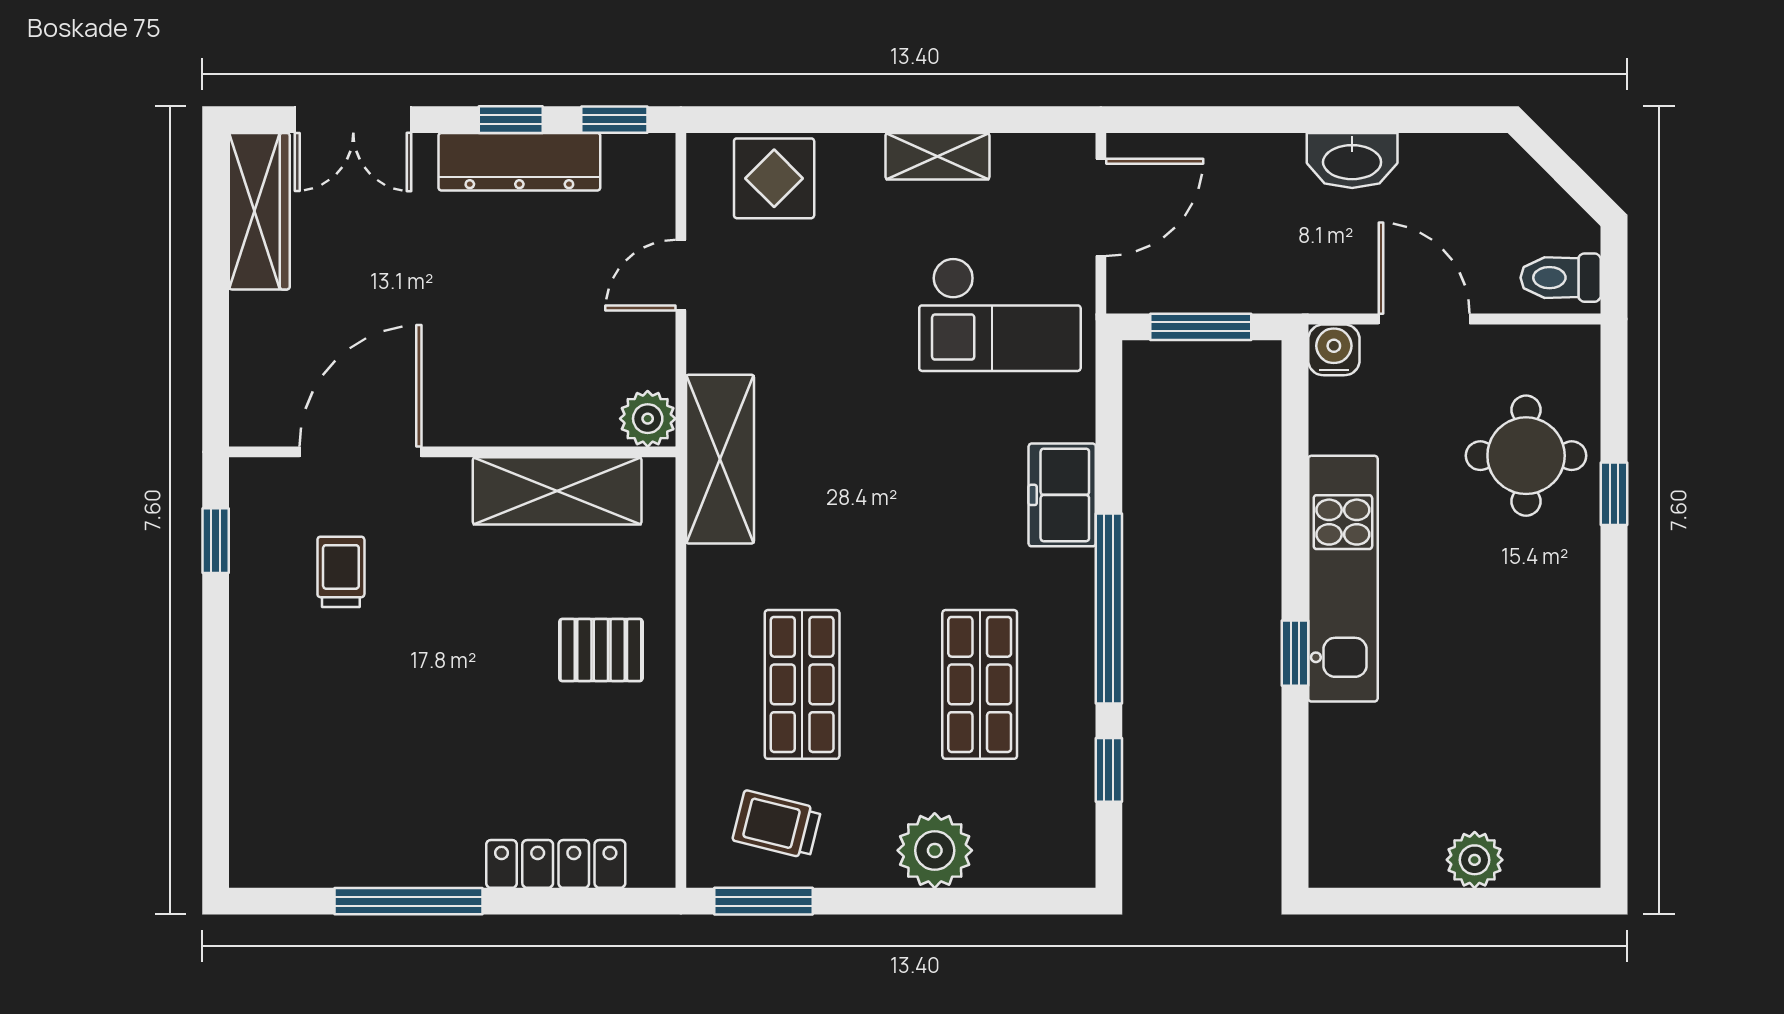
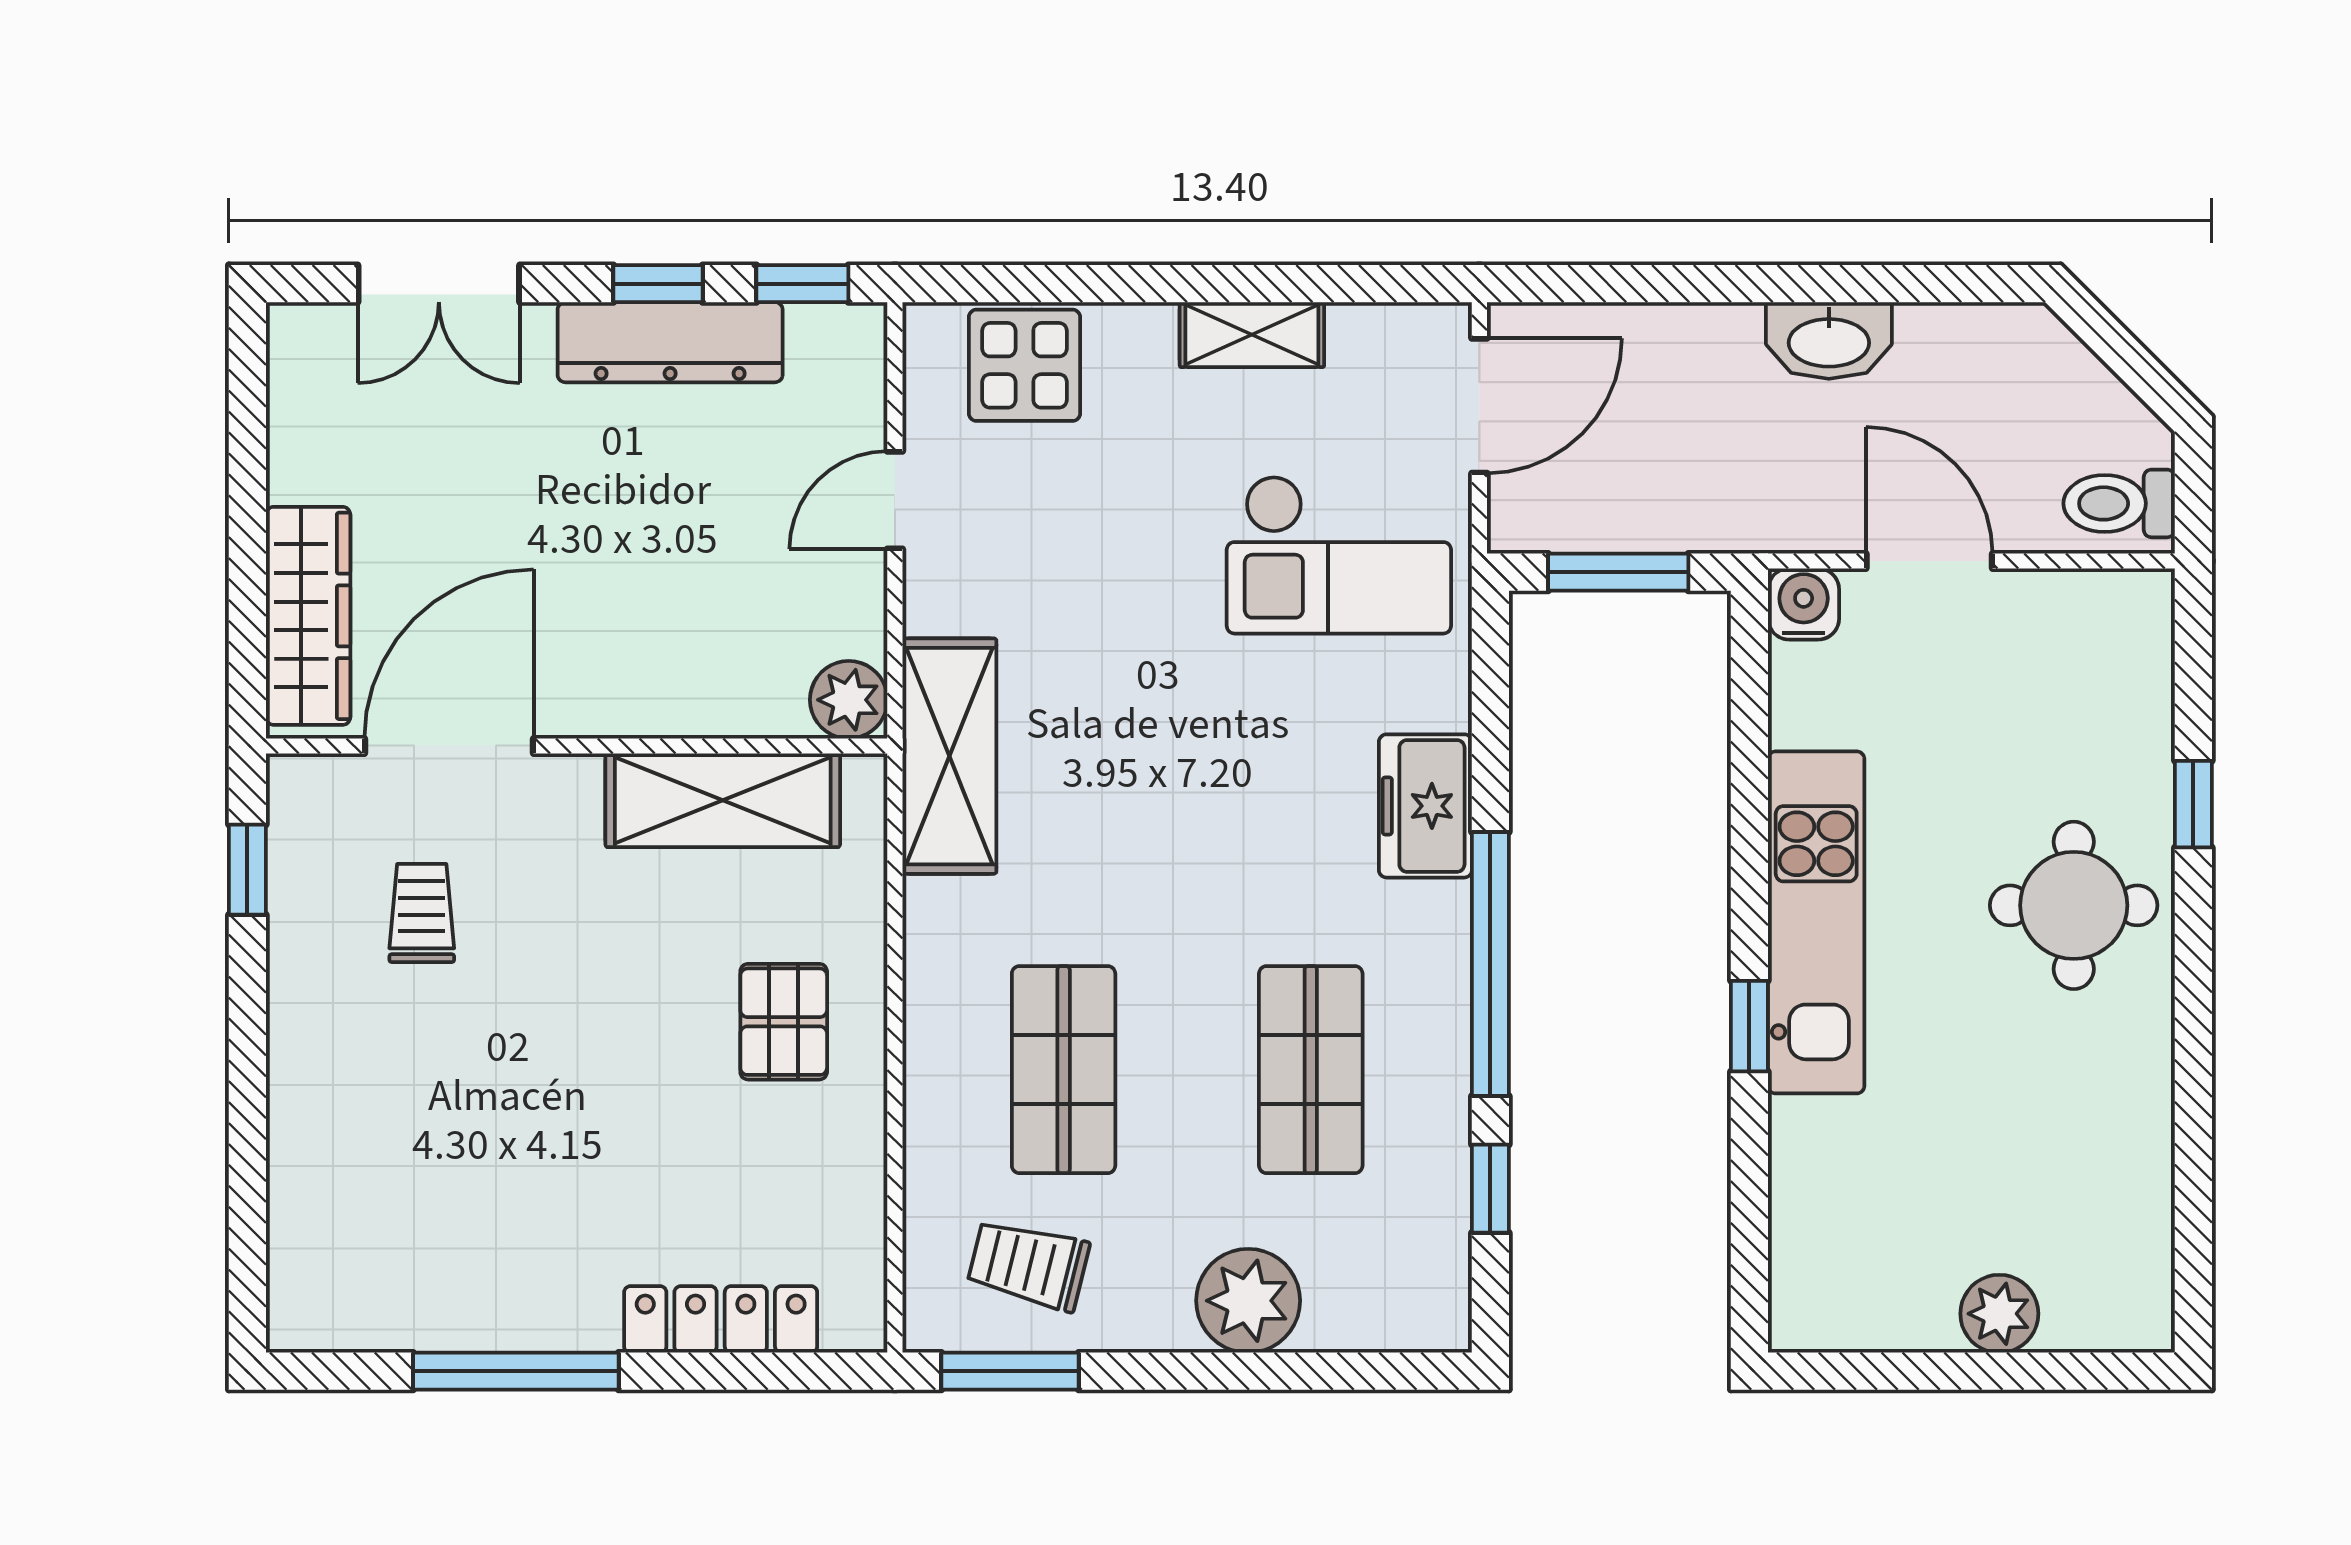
wardrobe: (259, 211) -> (308, 616), moved
round table: (1526, 456) -> (2074, 905), moved
pallet: (601, 650) -> (784, 1022), turned 90

